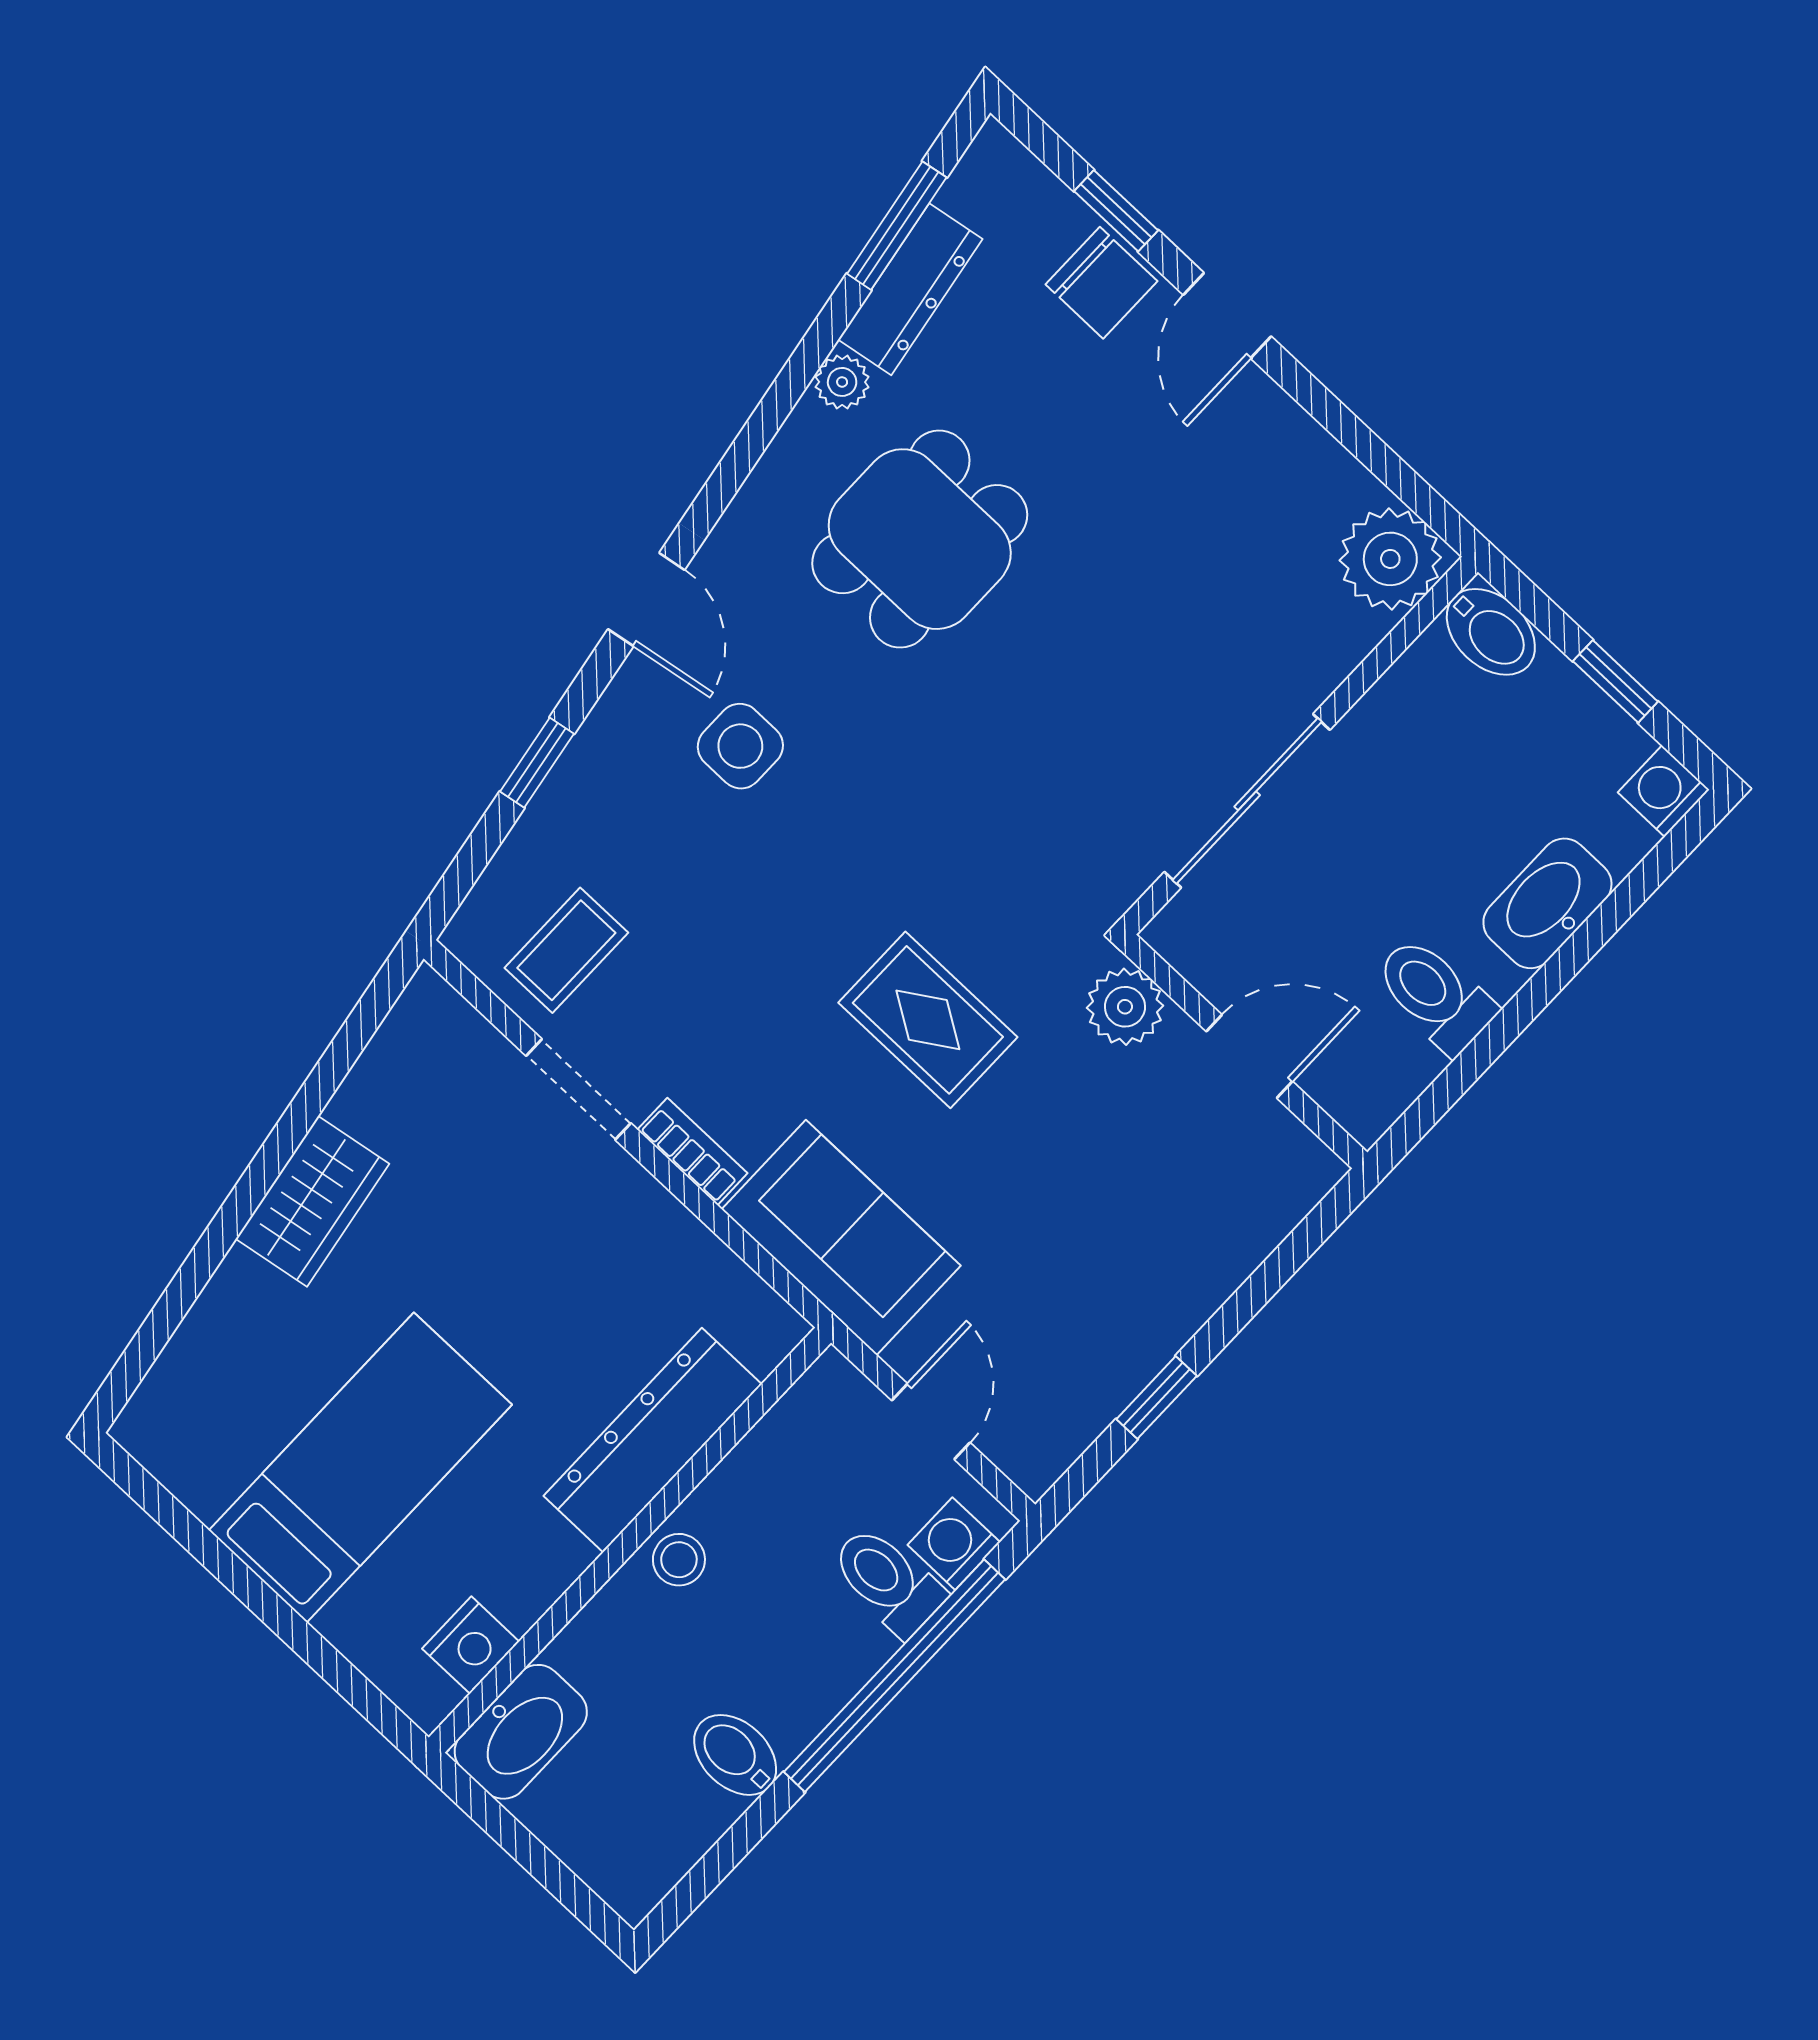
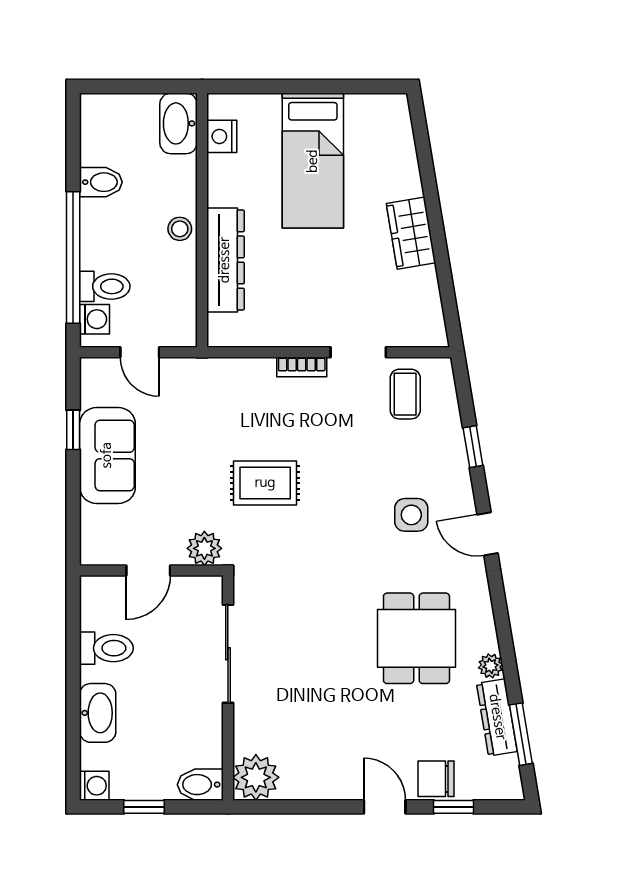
sofa: (841, 1238) -> (107, 455), moved, turned -90

